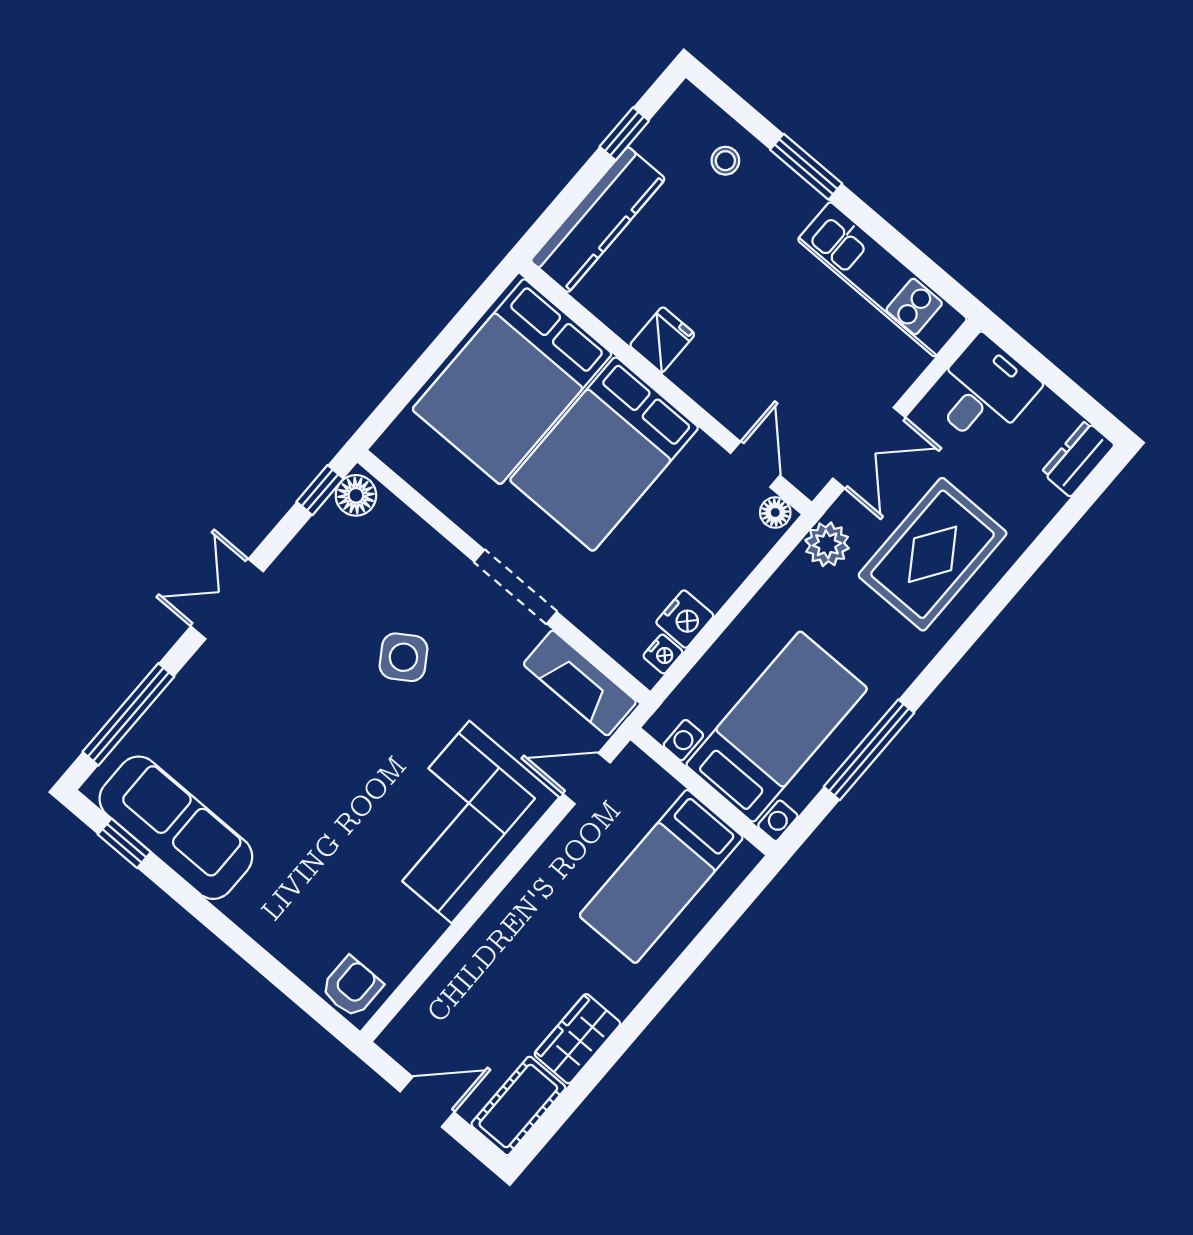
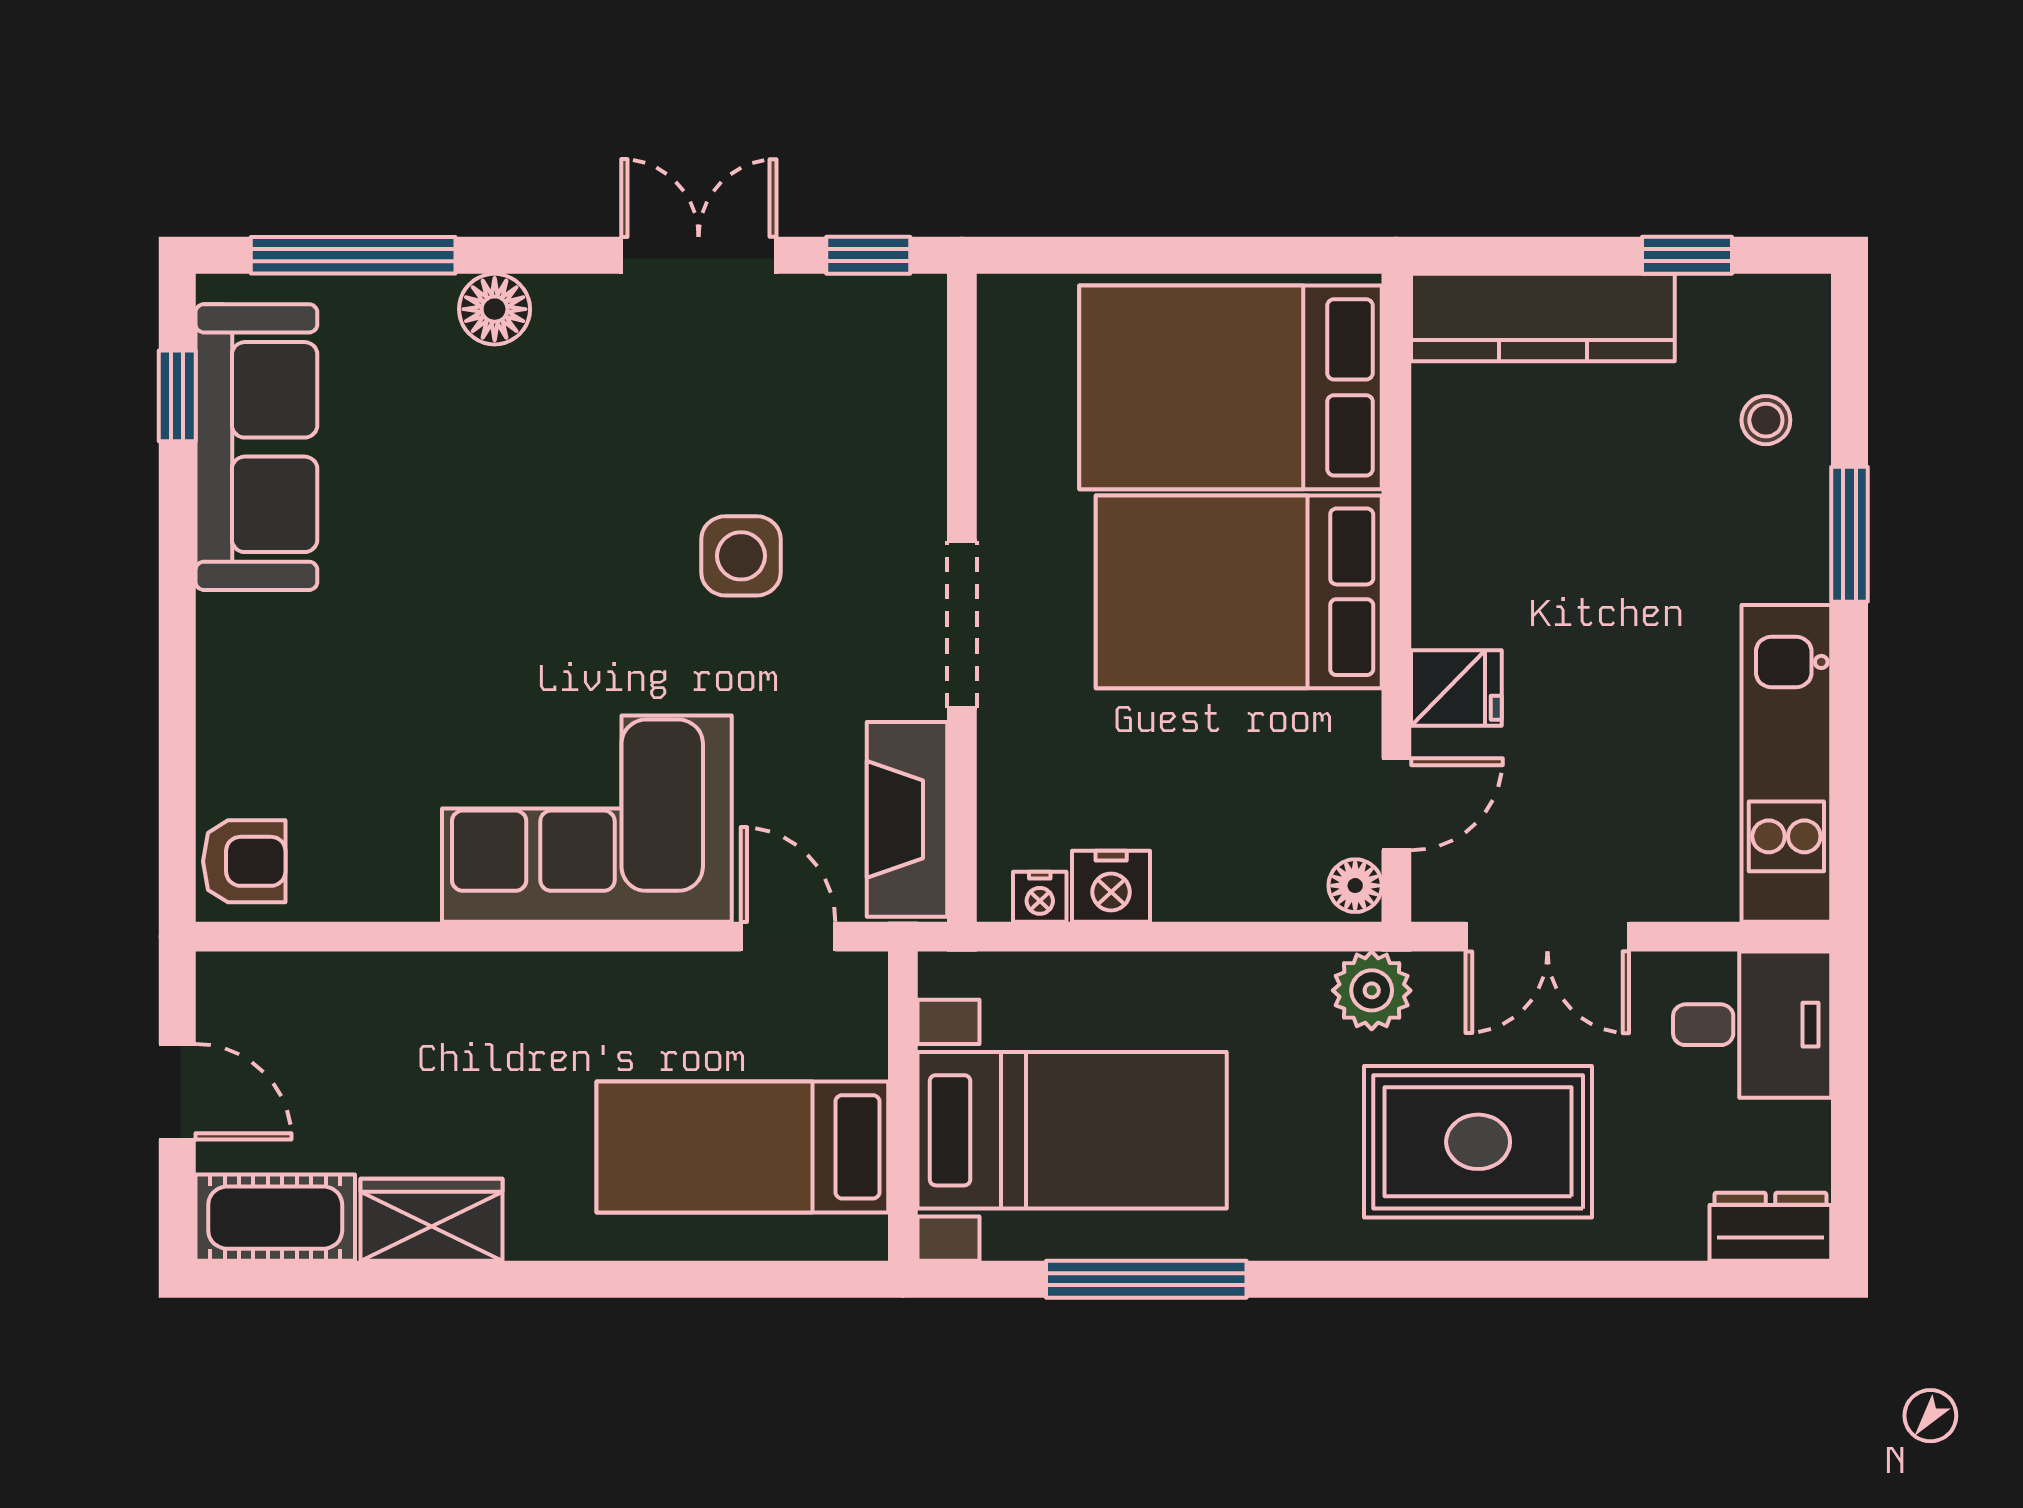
fridge: (662, 340) -> (1456, 688), moved
floor lamp: (356, 495) -> (495, 309), moved
double door: (227, 599) -> (699, 255), moved
side table: (403, 657) -> (741, 556), turned 33

